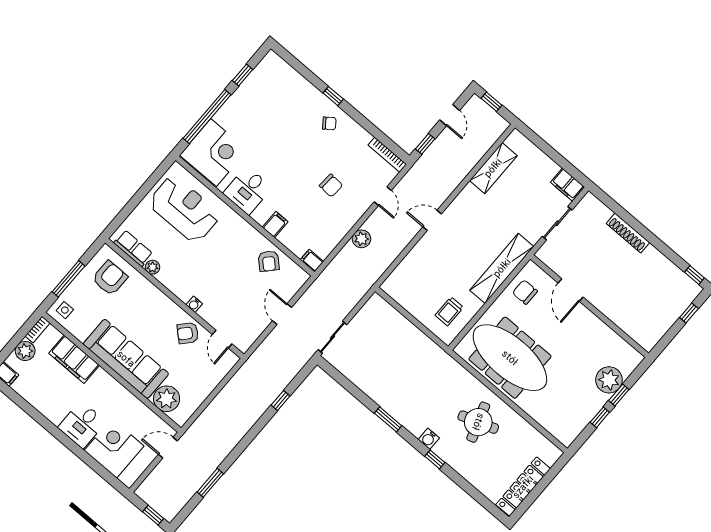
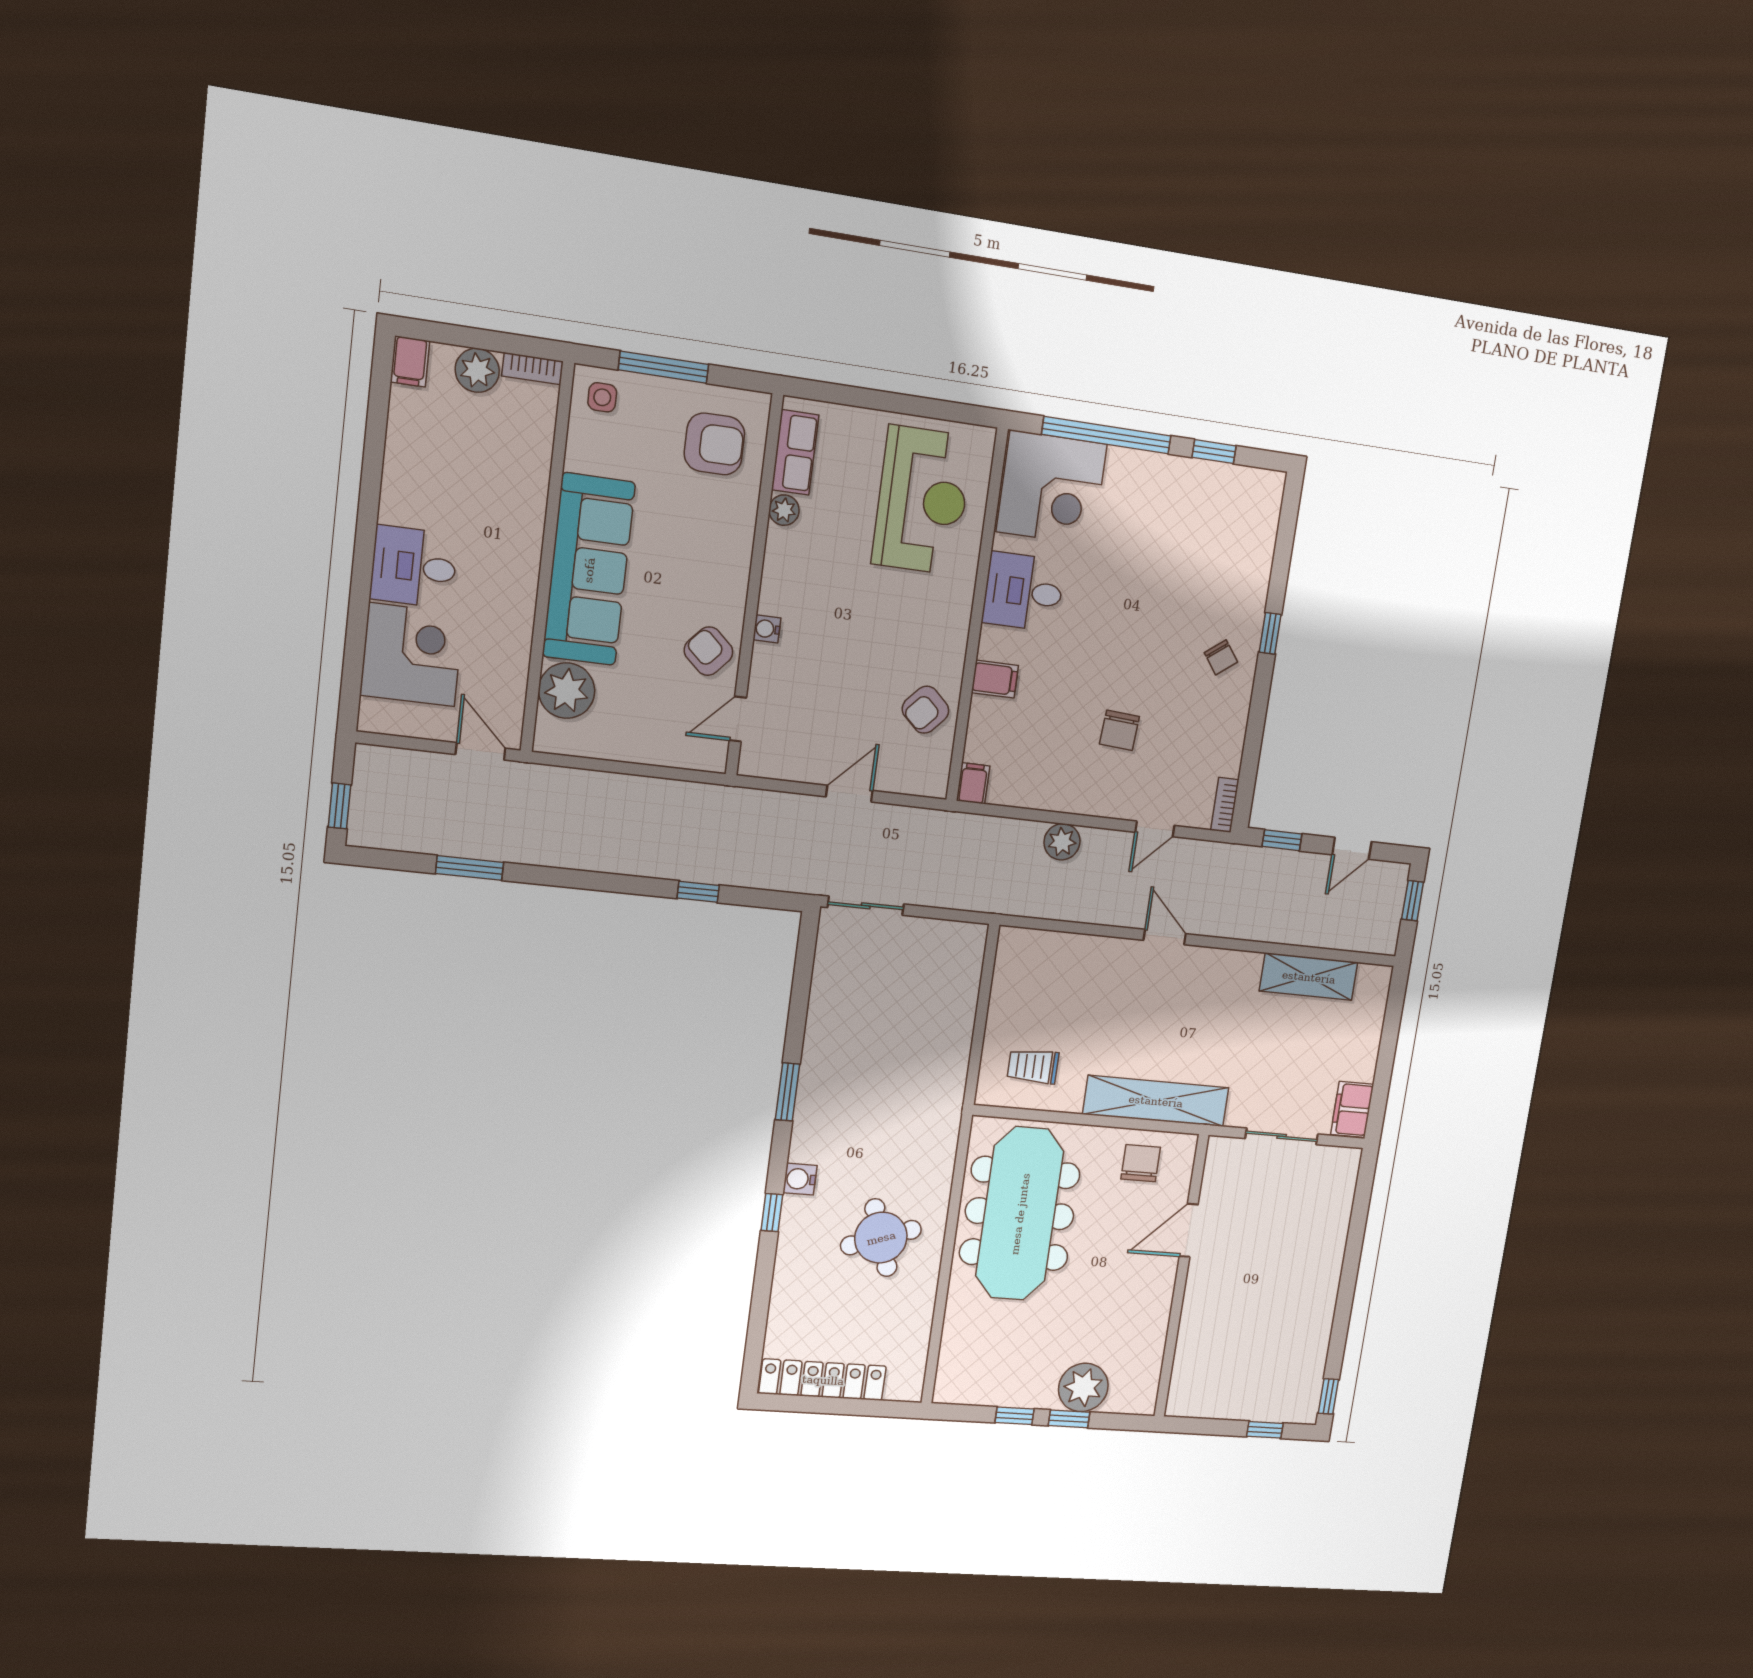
bookcase: (387, 155) -> (1225, 805), width x0.64
shoe rack: (628, 233) -> (1332, 1254), removed
filing cabinet: (74, 359) -> (524, 474), removed

